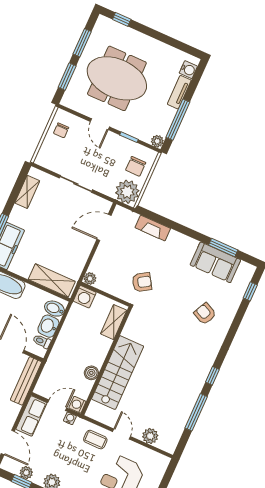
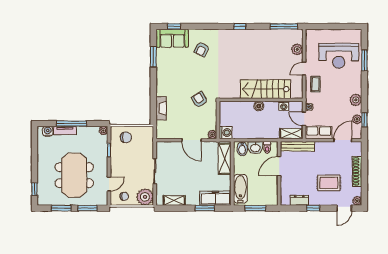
window: (178, 120) -> (72, 123), moved
door: (100, 124) -> (109, 184), moved
plant: (127, 192) -> (145, 197), moved
door: (104, 227) -> (191, 140), moved
sofa: (215, 262) -> (172, 38), moved, turned 90
shelving: (114, 322) -> (291, 134), moved
boiler: (91, 373) -> (259, 106), moved
washing machine: (77, 405) -> (284, 106), moved
window: (196, 412) -> (284, 26), moved

